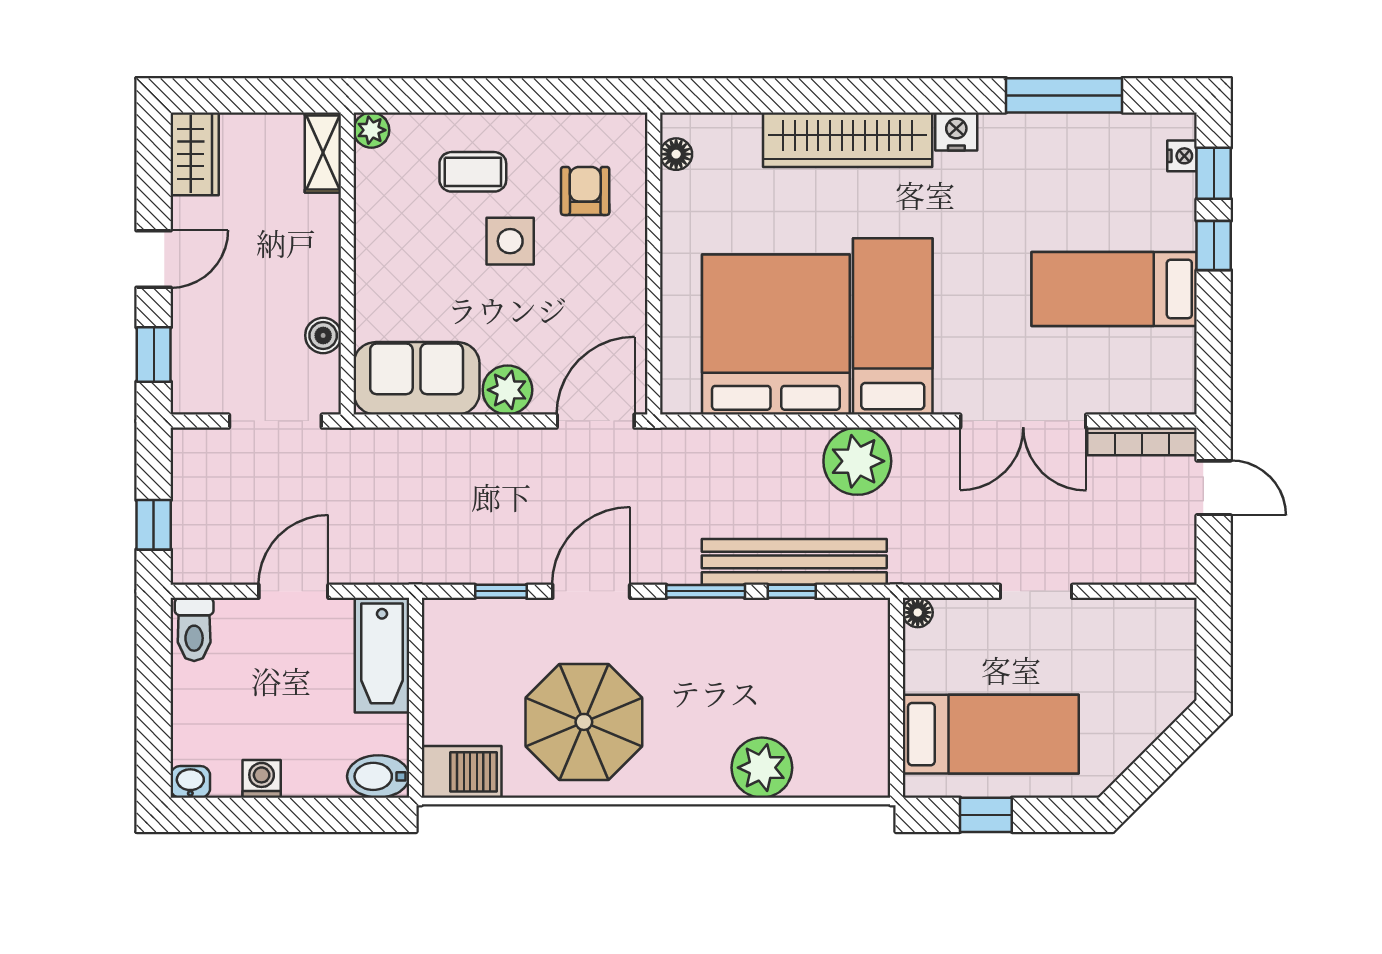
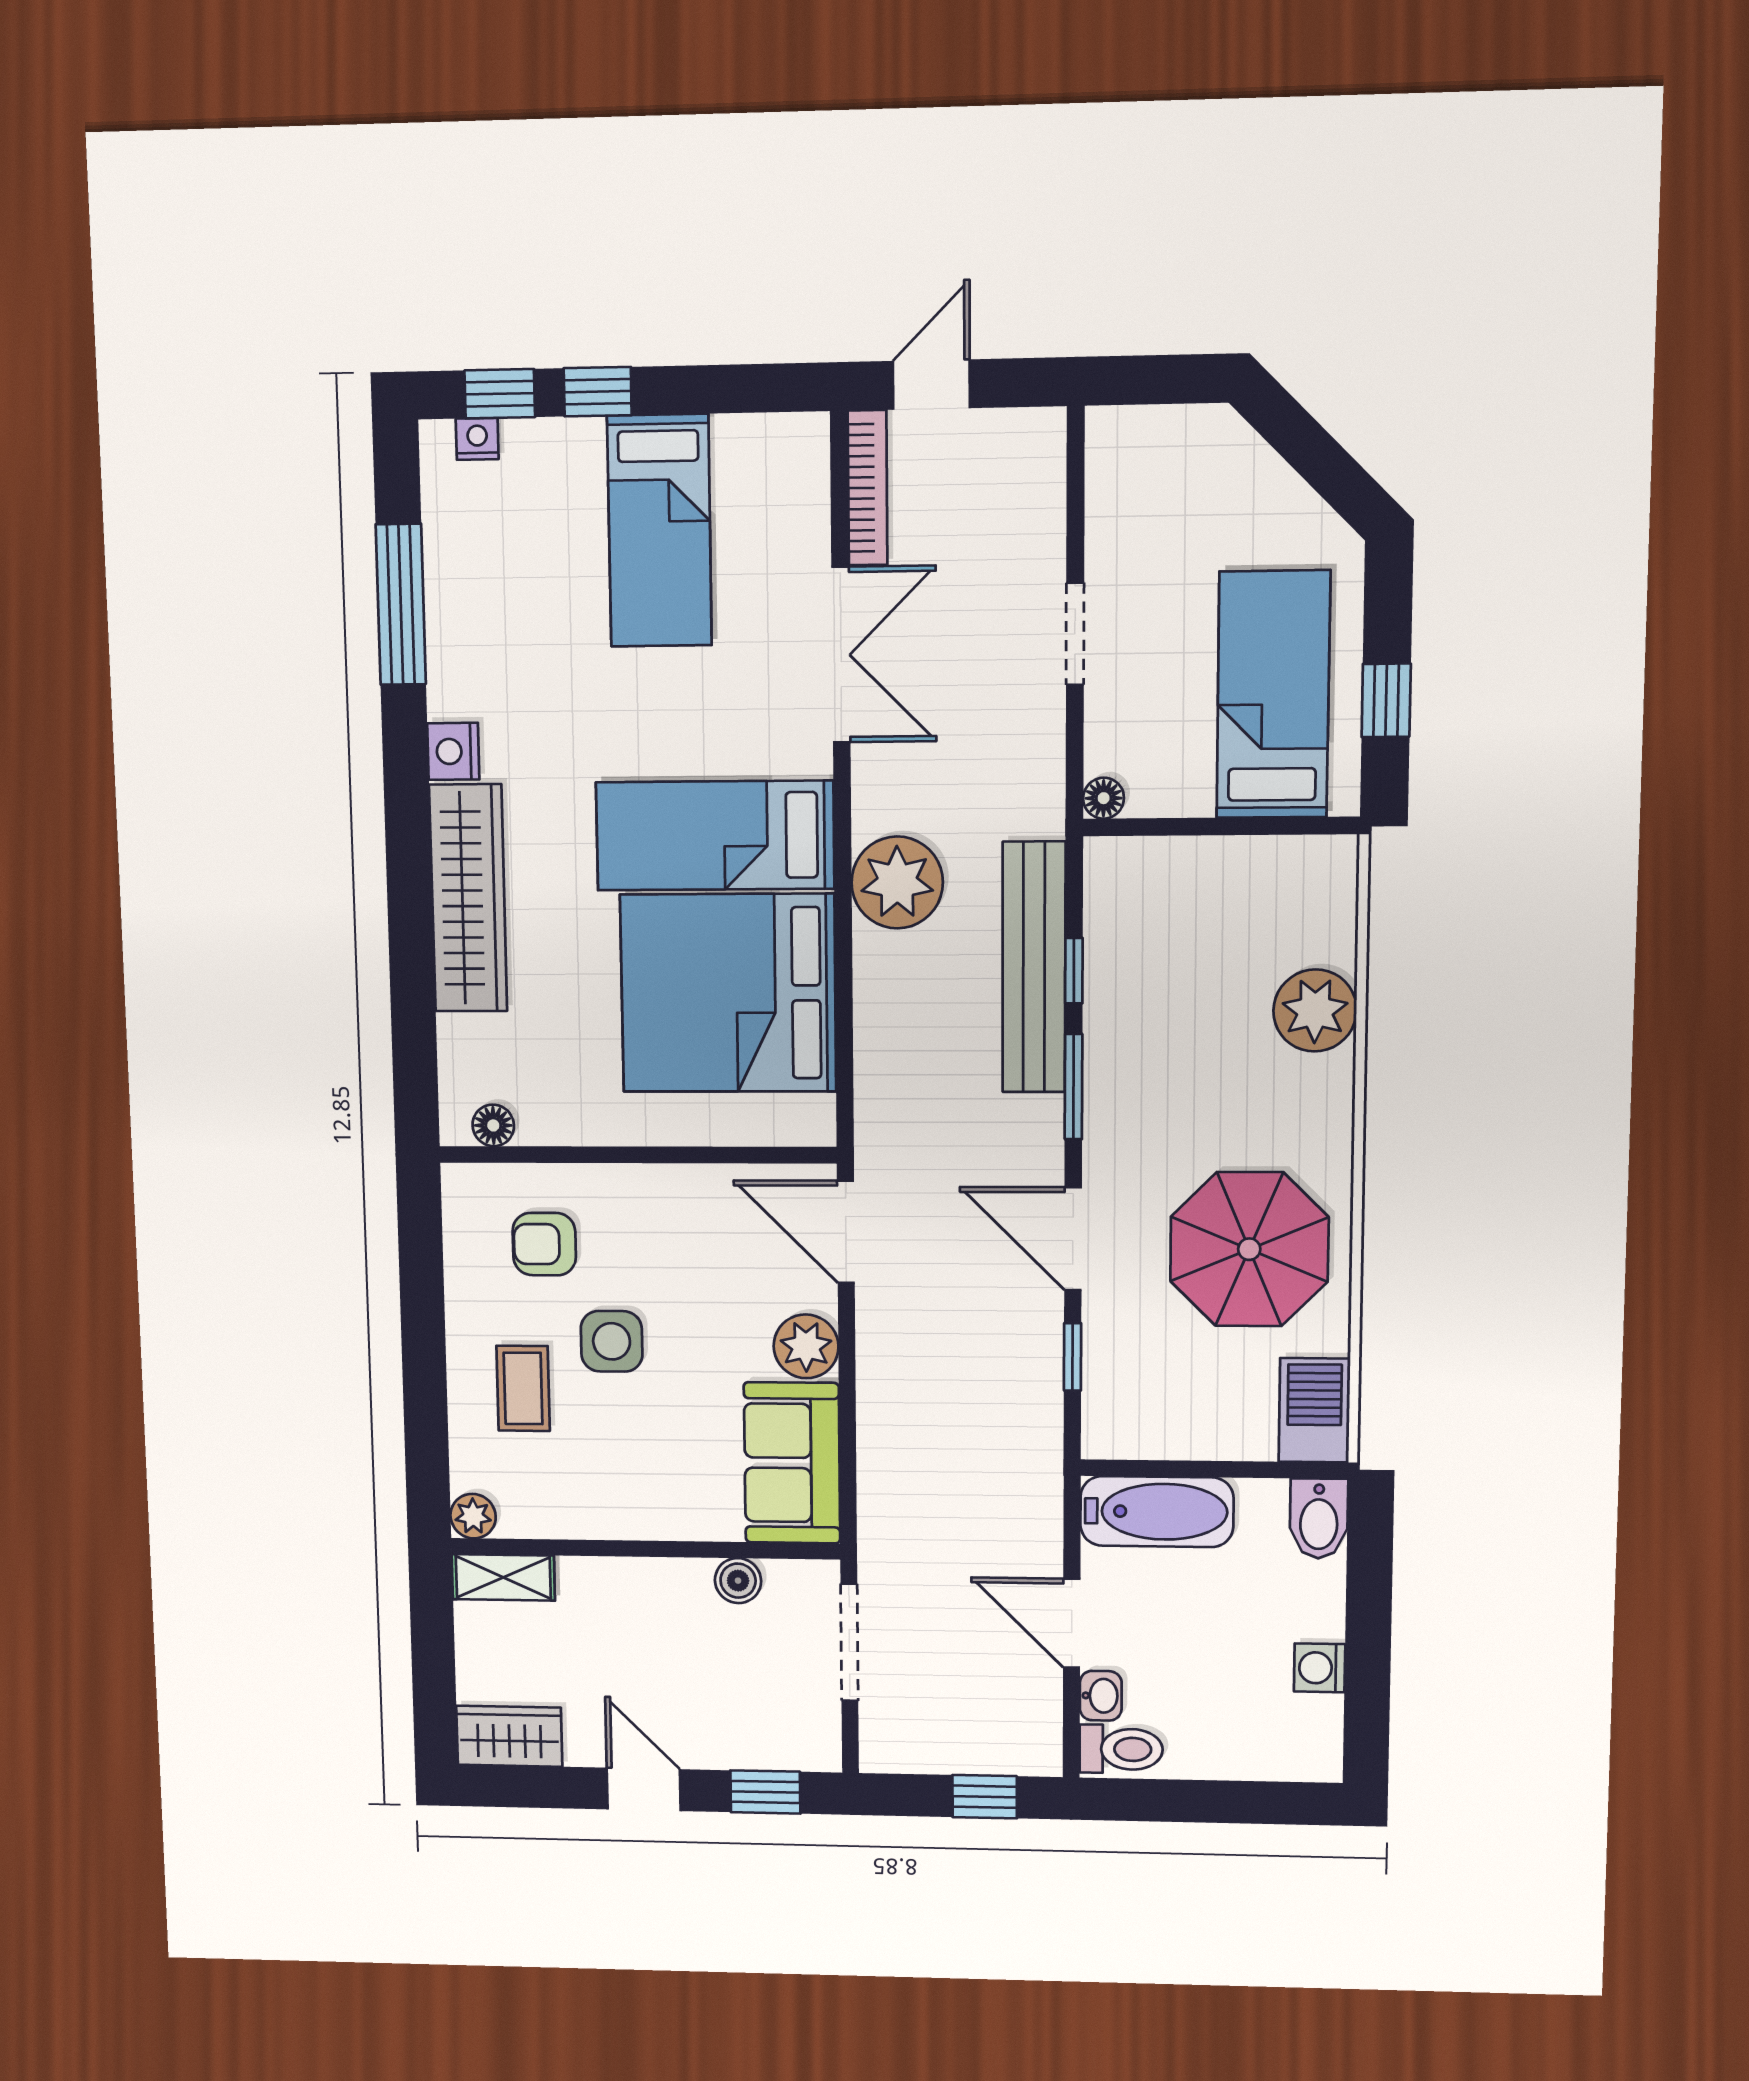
washbasin: (190, 782) -> (1101, 1696), moved, turned 180

